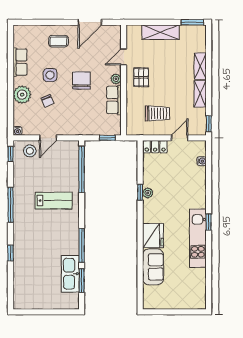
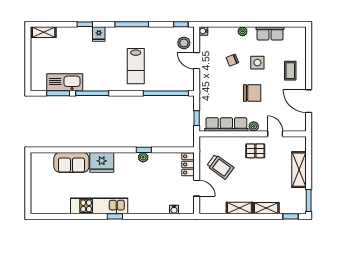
plant: (22, 95) -> (243, 31), width x0.53, depth x0.53
row of seats: (114, 100) -> (226, 124), width x1.48
trolley: (157, 113) -> (220, 167), turned -54
window: (209, 124) -> (291, 216), moved
fridge: (21, 239) -> (99, 34), added
shelving: (19, 296) -> (44, 32), added

